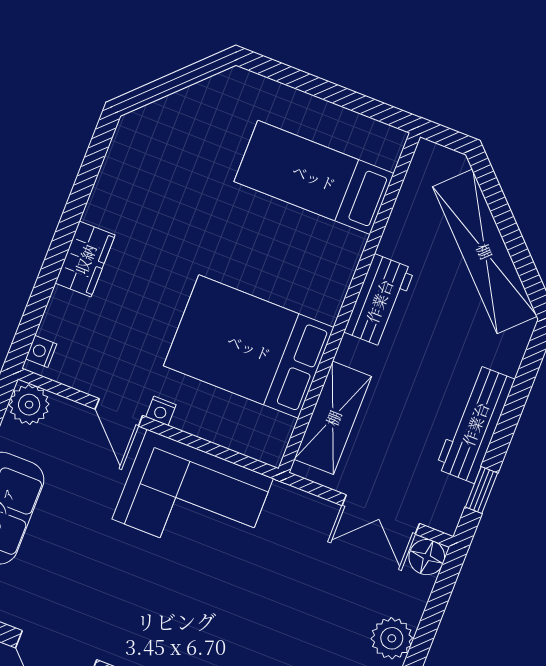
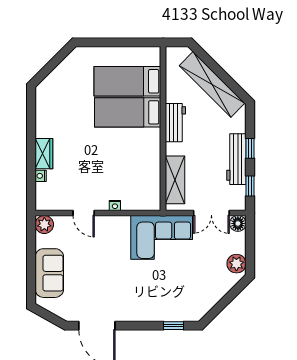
bed: (249, 347) -> (128, 112), moved, width x0.67
nightstand: (41, 351) -> (41, 176), moved
nightstand: (161, 411) -> (115, 205), moved
window: (511, 413) -> (250, 148), added
corner sofa: (193, 499) -> (162, 237), moved

